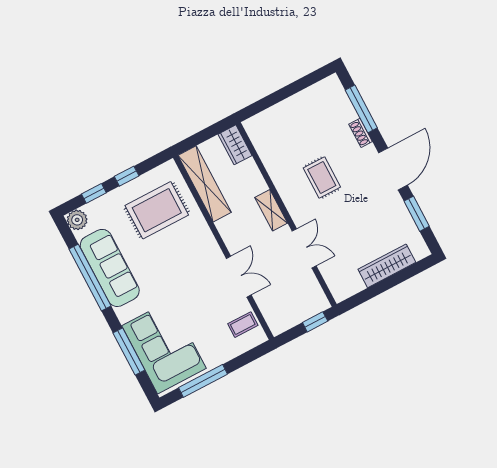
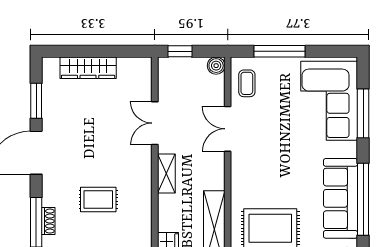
shoe rack: (361, 133) -> (48, 221), moved
rug: (322, 177) -> (98, 200), moved, turned 90
coffee table: (243, 325) -> (247, 83), turned 90
boiler: (277, 326) -> (216, 66), added
window: (203, 381) -> (279, 51), moved

